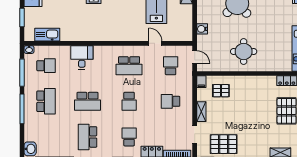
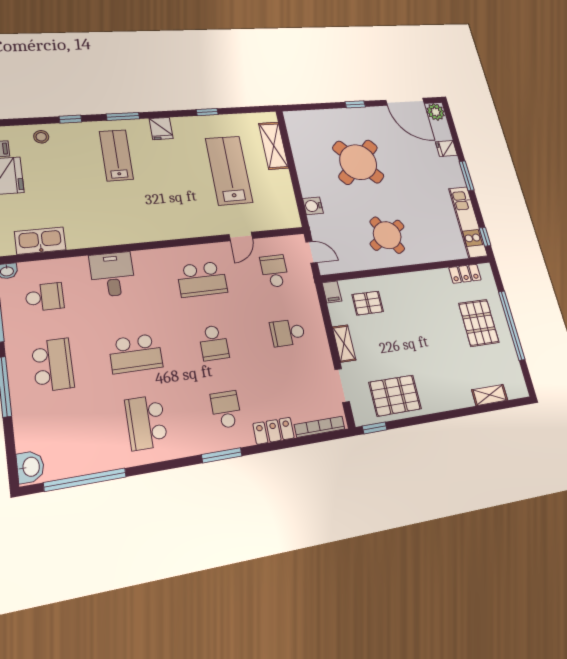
door: (155, 43) -> (241, 237), swing flipped
round table: (244, 52) -> (387, 235), turned -31

